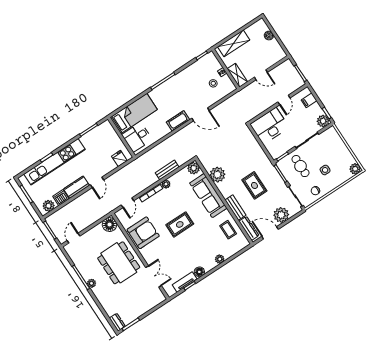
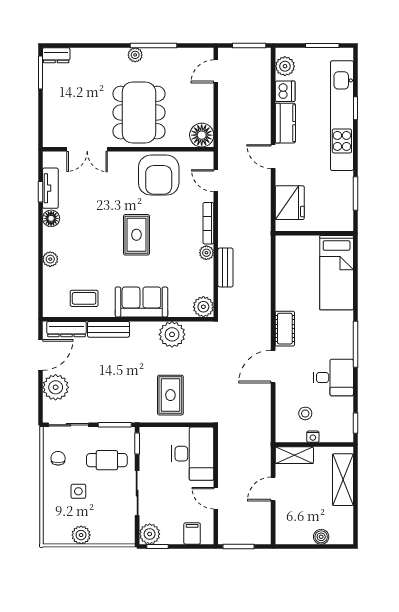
desk: (137, 137) -> (333, 378), moved, turned 90
fridge: (119, 158) -> (290, 203), width x1.88, depth x1.34
plant: (355, 169) -> (81, 535), moved
rug: (254, 185) -> (170, 395), moved, turned 90
sofa: (208, 196) -> (141, 302), width x0.73
door: (74, 238) -> (216, 71), swing flipped
dining table: (119, 263) -> (139, 113), turned 90

